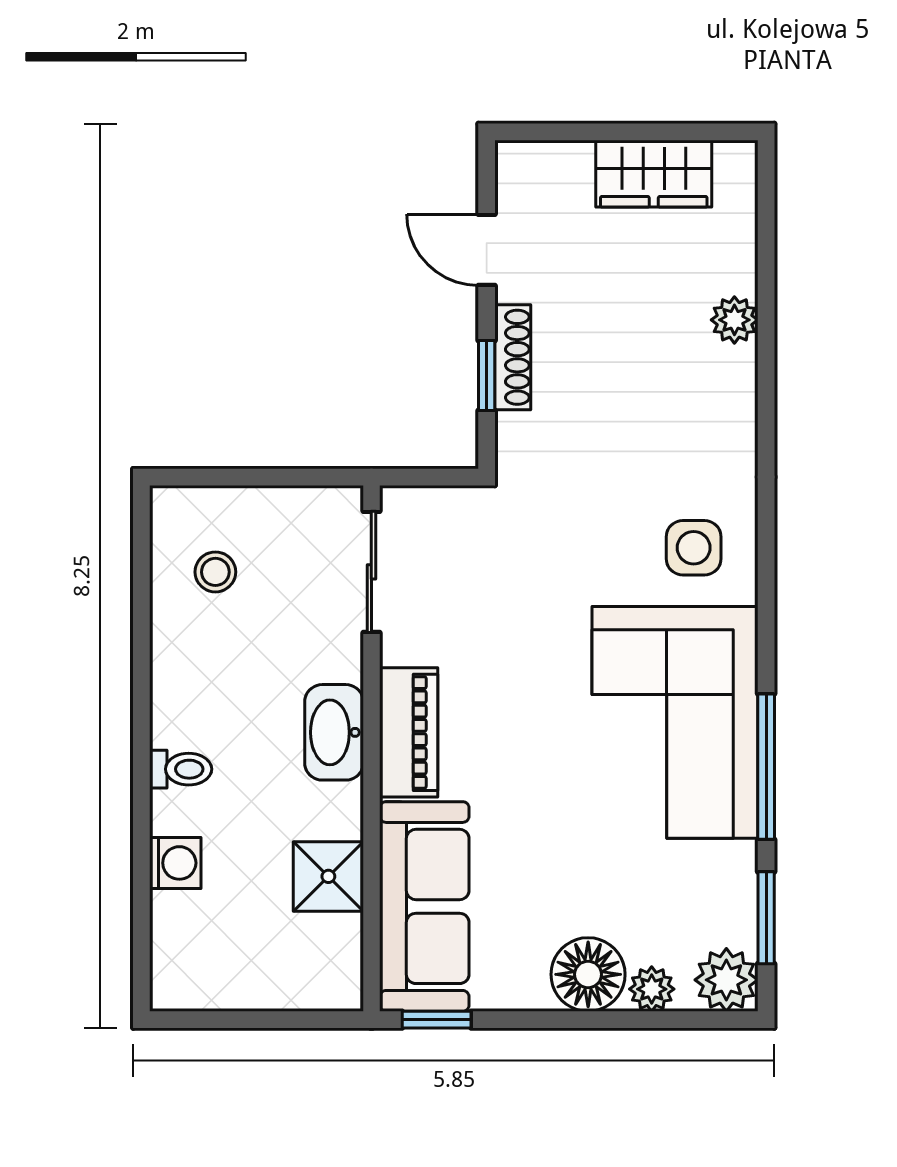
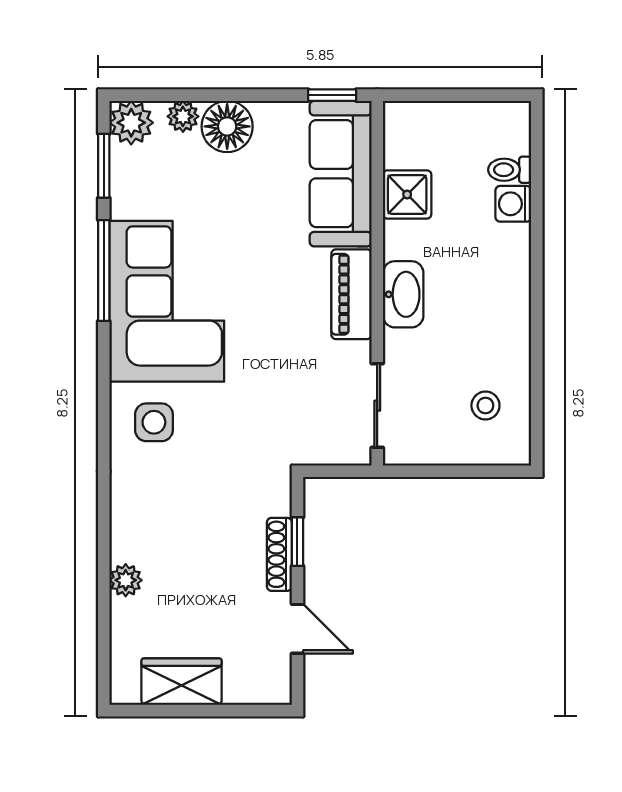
toilet: (181, 769) -> (510, 170), moved

